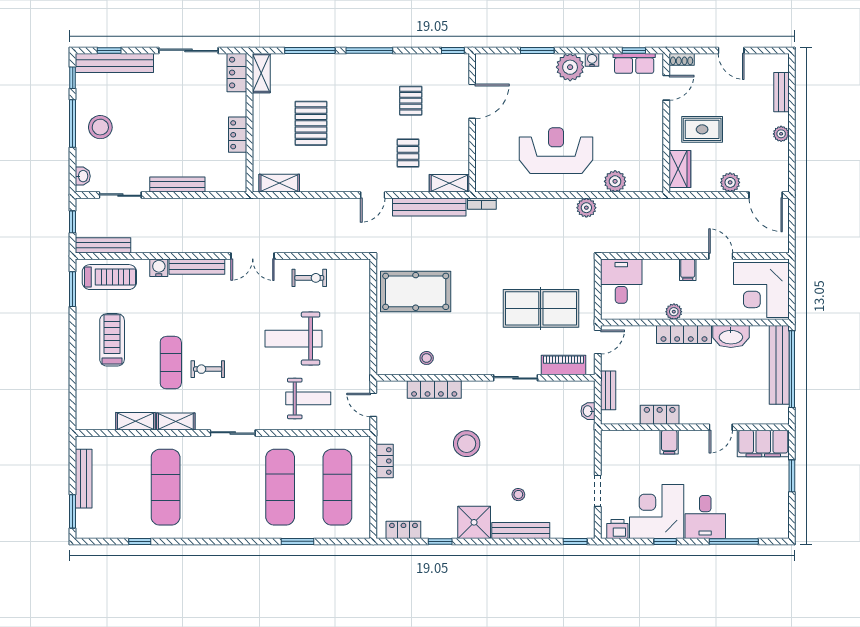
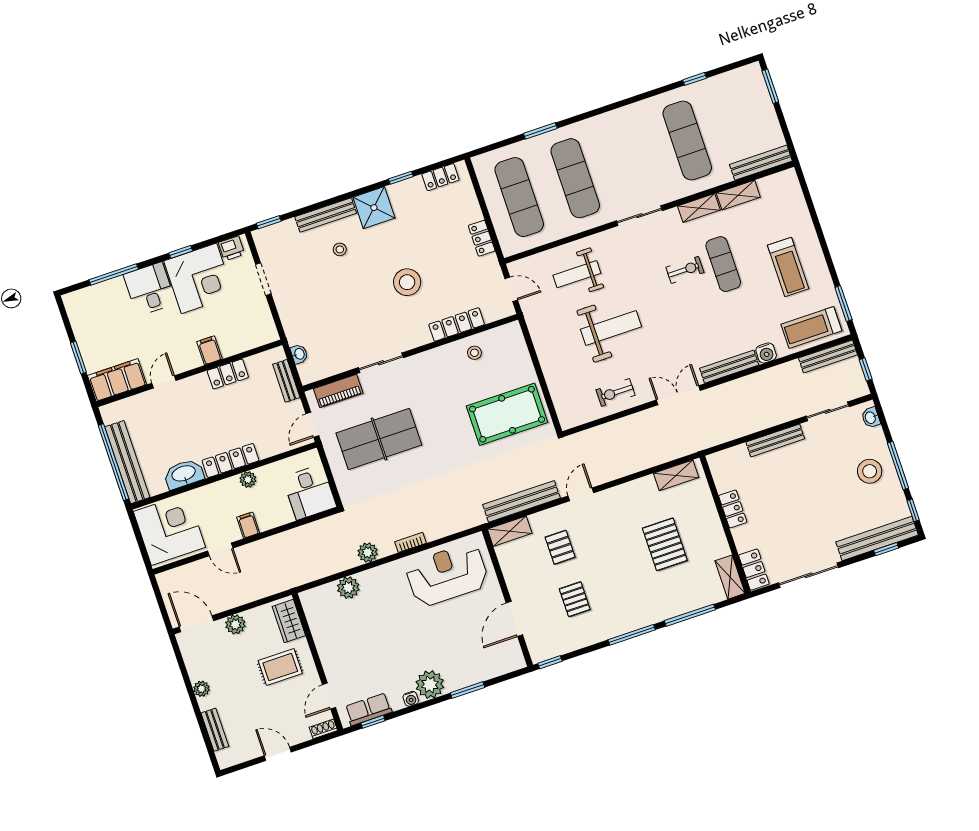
reception desk: (556, 151) -> (447, 575), moved, turned 180
bookcase: (482, 204) -> (410, 542), moved
bench: (84, 479) -> (761, 163), moved, turned 90

